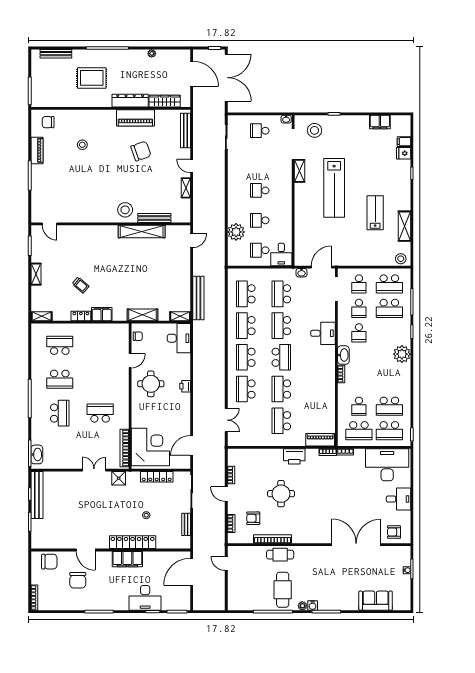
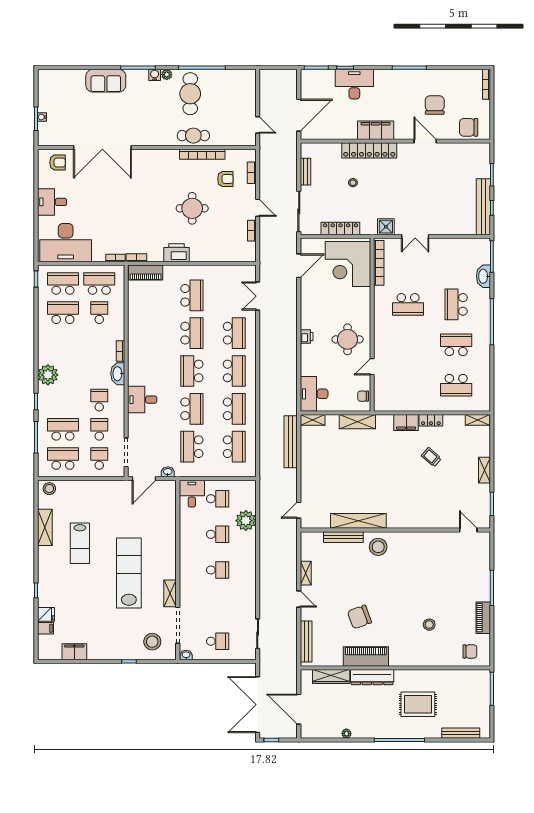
school desk: (281, 294) -> (192, 447), turned 180
washbasin: (37, 454) -> (483, 276), moved
sofa: (376, 601) -> (106, 81), moved

